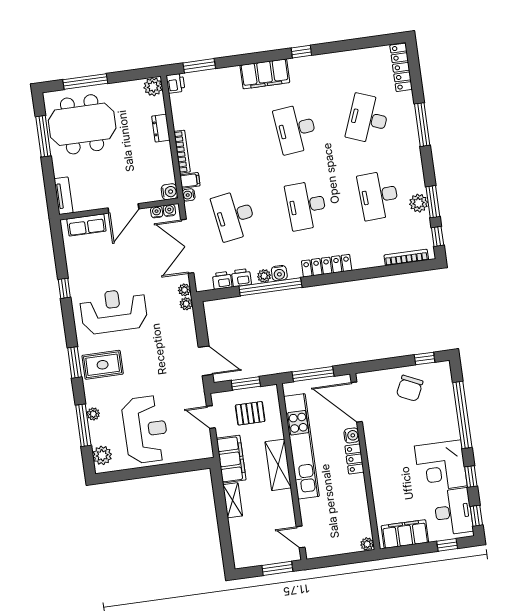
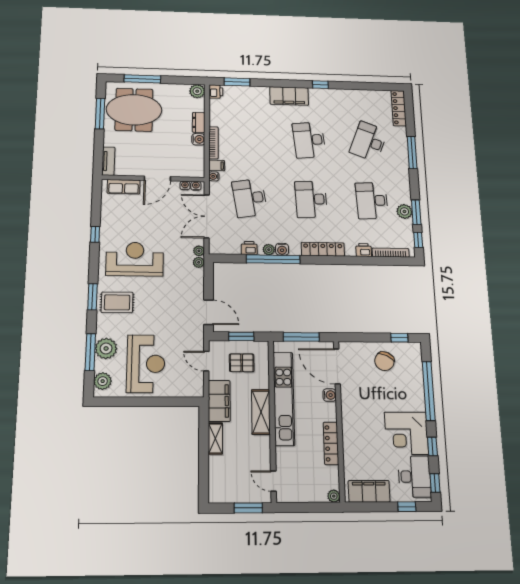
water cooler: (169, 192) -> (198, 139), moved
printer: (222, 280) -> (364, 250), moved
plant: (93, 414) -> (106, 348), width x1.88, depth x1.88
locker: (354, 459) -> (331, 443), moved, width x1.53

